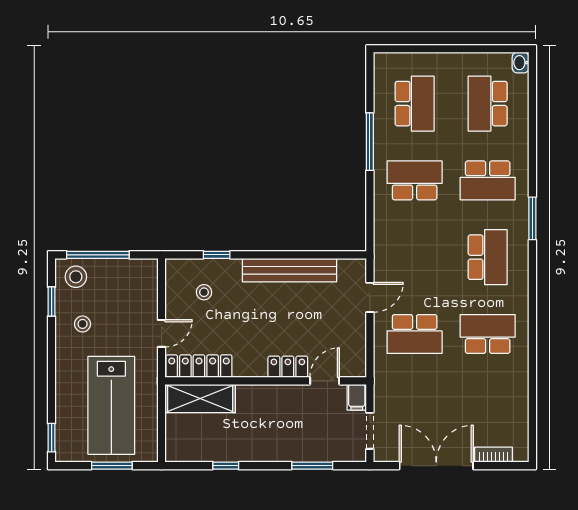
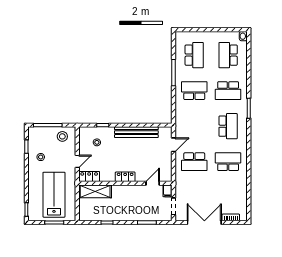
stool: (76, 277) -> (62, 136), moved
locker: (199, 366) -> (89, 177), width x0.66
locker: (288, 367) -> (125, 177), moved
lab bench: (111, 405) -> (54, 195), turned 180

